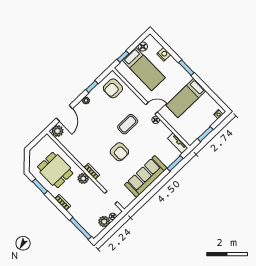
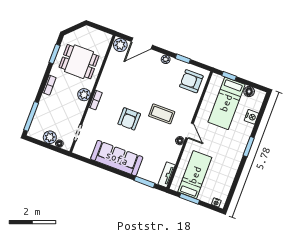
bed: (186, 98) -> (195, 175), moved, turned 90
dining table: (55, 170) -> (79, 62), turned 90

